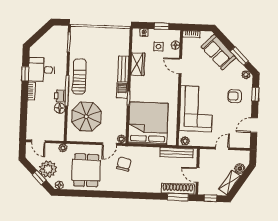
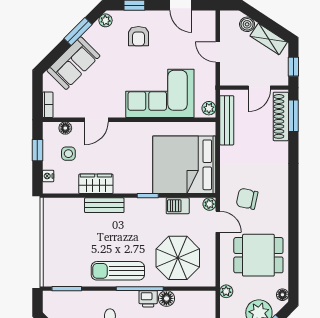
barbecue: (122, 91) -> (178, 206), moved

